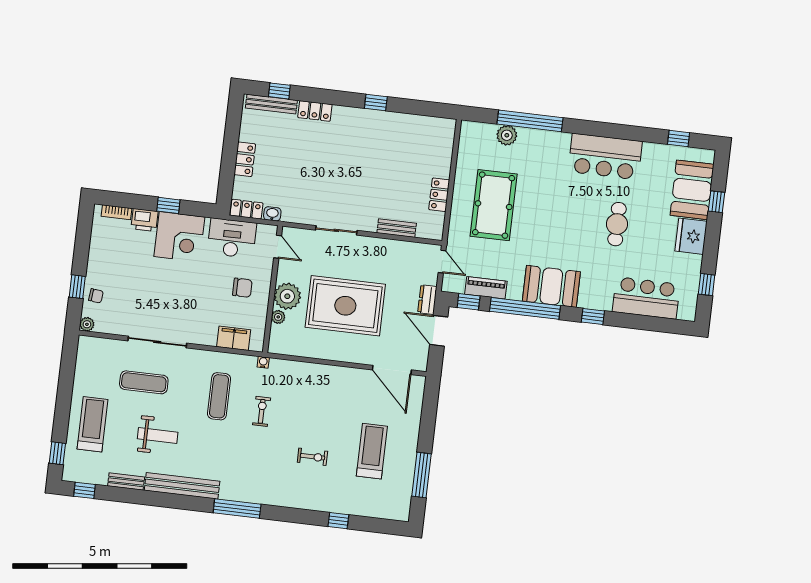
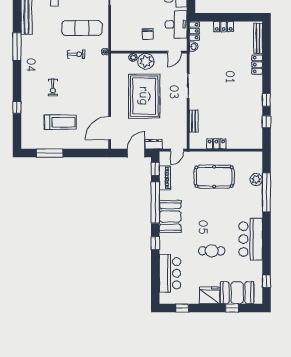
window: (279, 91) -> (266, 122), moved
filing cabinet: (234, 338) -> (117, 33), removed
exercise mat: (219, 396) -> (82, 28), width x1.36, depth x1.45

